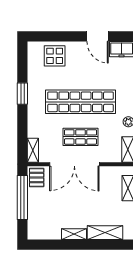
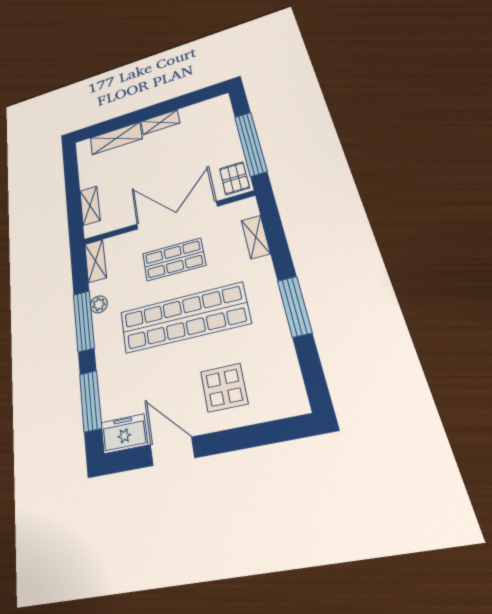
display table: (55, 56) -> (224, 388), moved
window: (22, 94) -> (295, 306), width x1.44
shelving: (33, 150) -> (256, 237), moved

